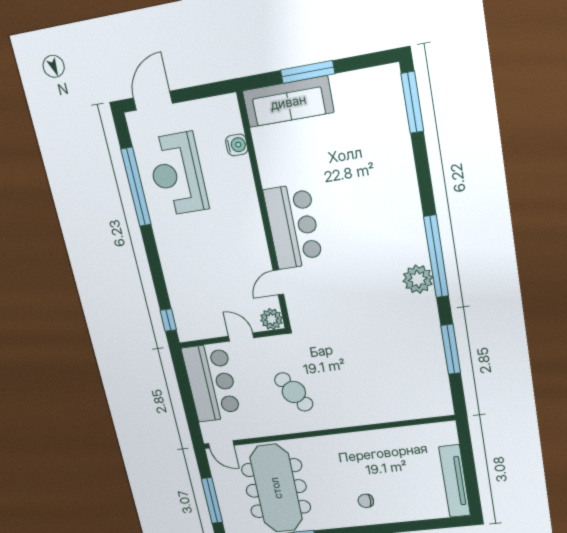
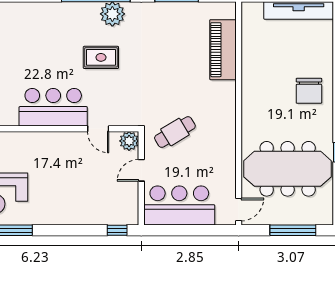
rug: (363, 273) -> (101, 57), added
cafe table: (294, 392) -> (175, 132), moved
piano: (396, 407) -> (223, 50), added
chair: (366, 501) -> (309, 91), width x1.87, depth x1.87

